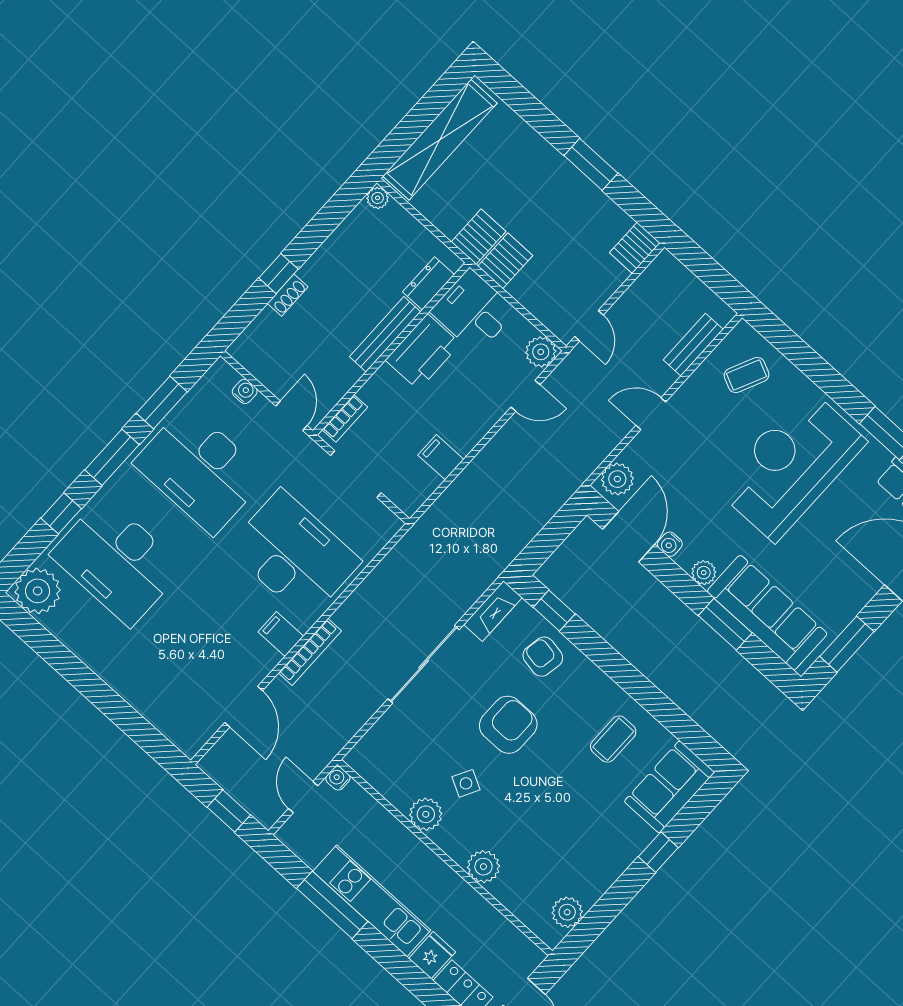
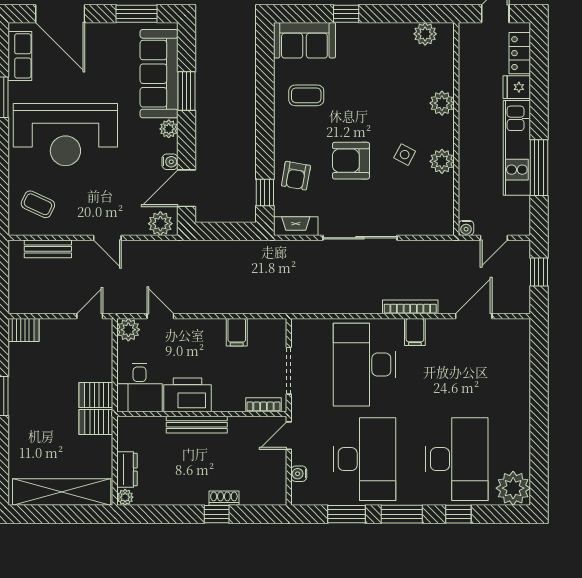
dresser: (429, 283) -> (127, 470), moved, turned -90

